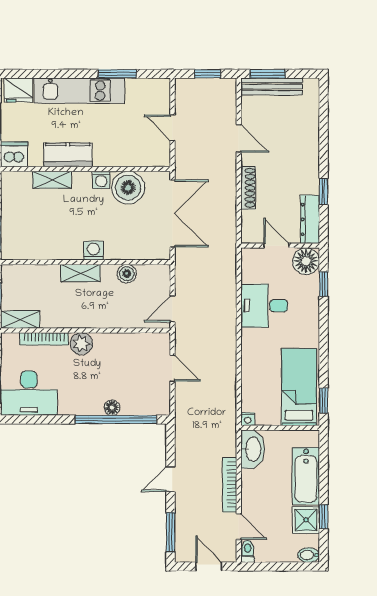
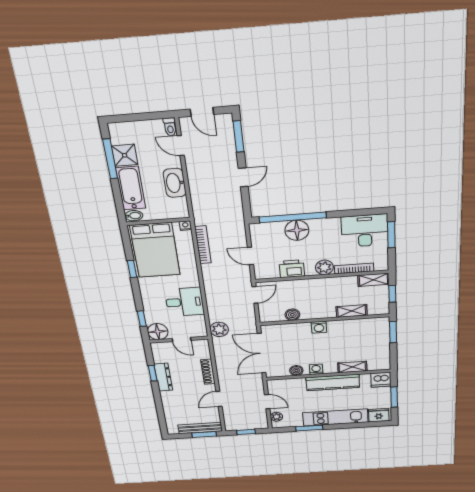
plant: (162, 99) -> (276, 417), added
door: (239, 138) -> (219, 399), hinge flipped
kitchen counter: (68, 155) -> (333, 382), width x1.50
boiler: (128, 188) -> (296, 371), width x0.54, depth x0.54
dresser: (310, 219) -> (163, 377), moved
plant: (225, 258) -> (219, 329), added
shelving: (81, 273) -> (352, 311), moved
printer: (122, 345) -> (292, 269), added
bed: (299, 387) -> (155, 250), width x1.50
window: (324, 401) -> (132, 269), moved
floor lamp: (112, 408) -> (297, 230), width x1.89, depth x1.89
washbasin: (253, 449) -> (175, 183), moved
bookcase: (230, 485) -> (203, 245), moved
window: (324, 517) -> (110, 159), width x2.17
bidet: (309, 555) -> (134, 216), moved

